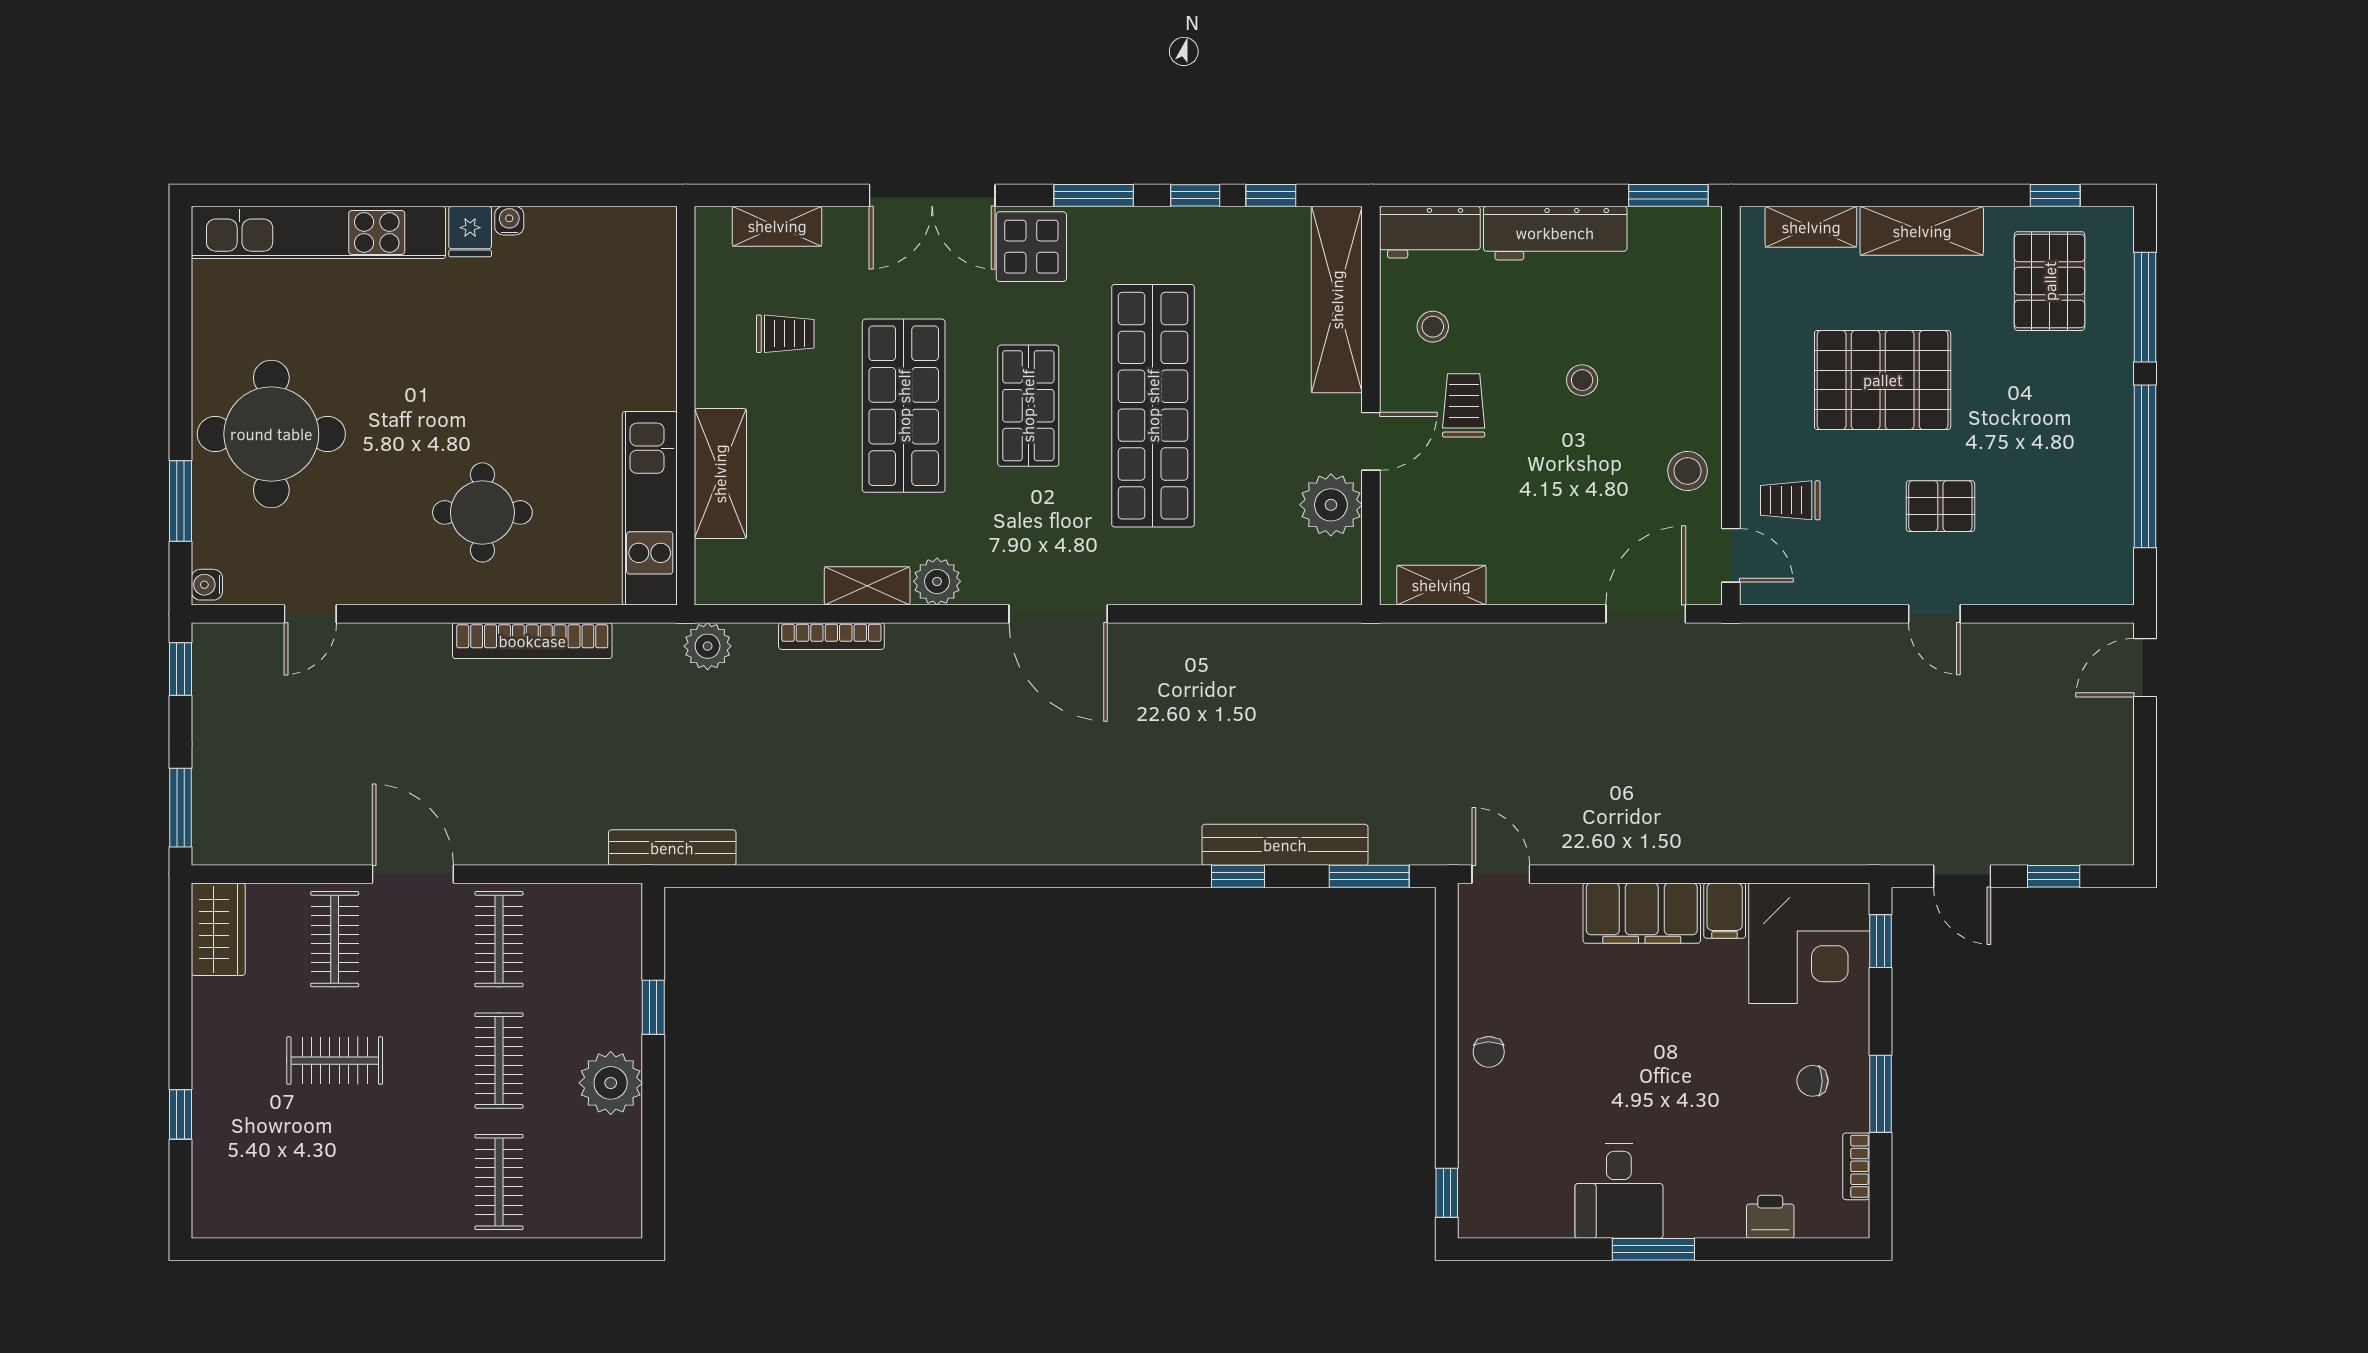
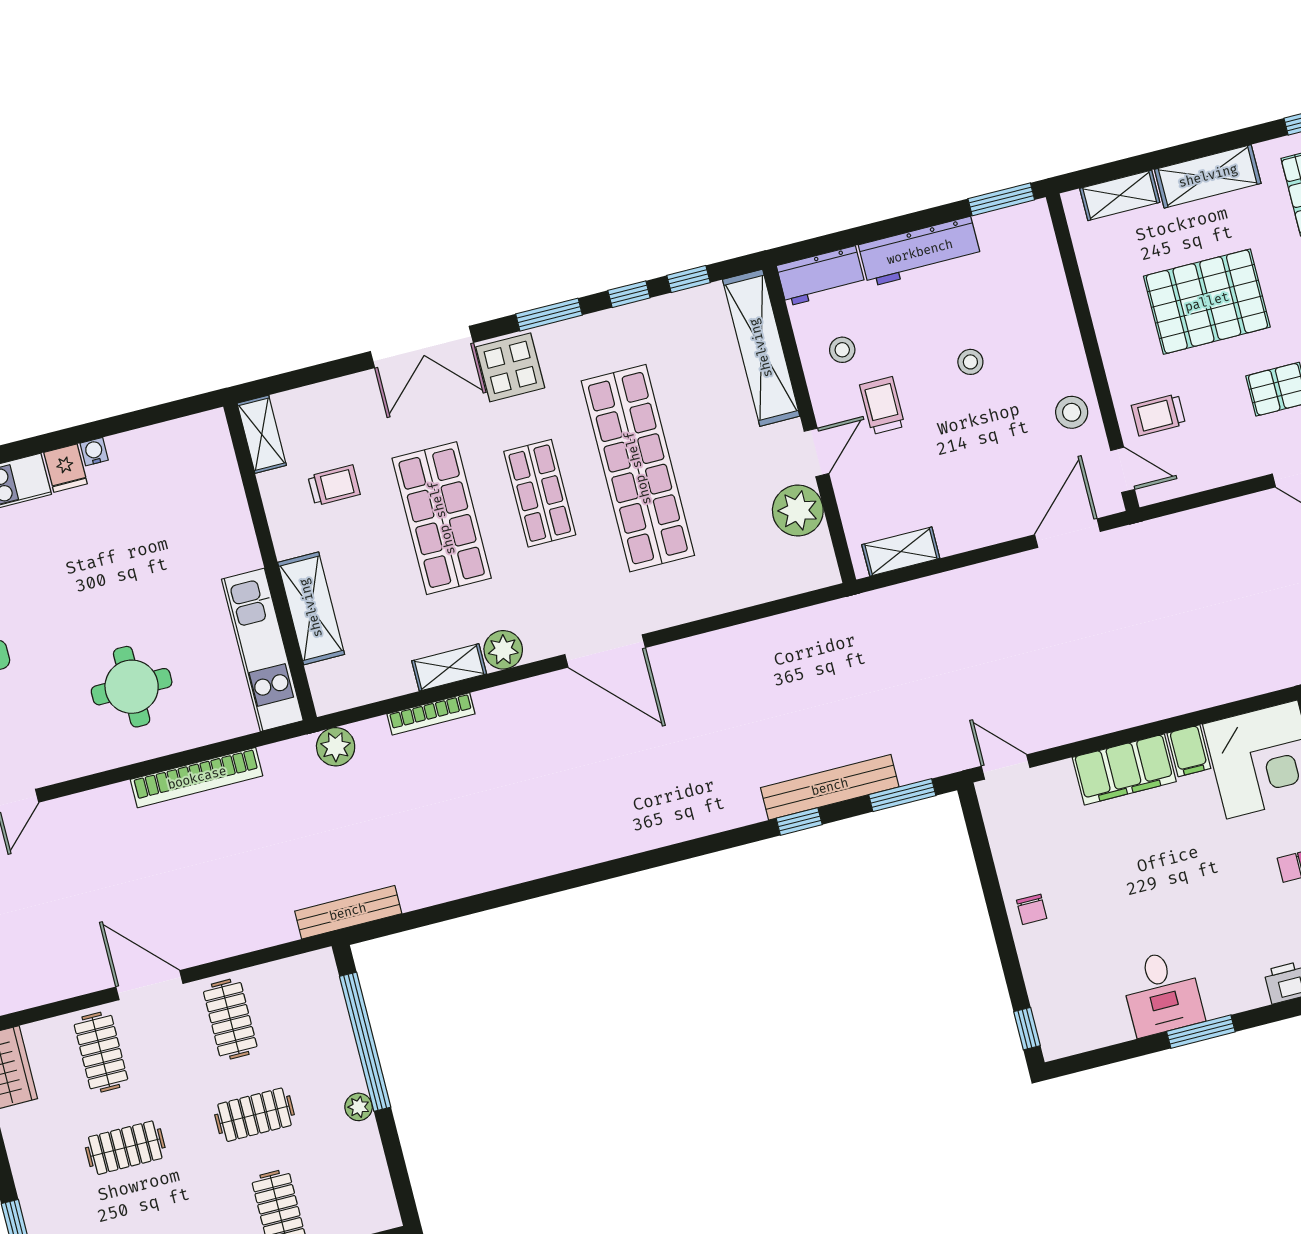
shelving: (777, 226) -> (262, 434), moved, turned 90
window: (653, 1007) -> (365, 1042), width x3.17
clothes rail: (499, 1061) -> (255, 1115), turned 90
plant: (611, 1083) -> (359, 1107), width x0.53, depth x0.53

